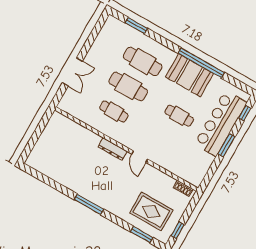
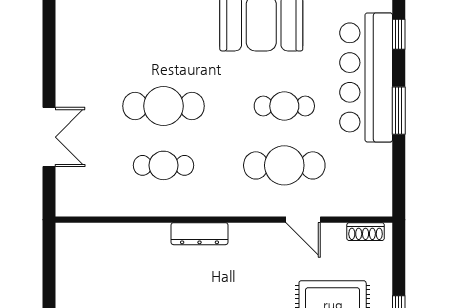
cafe table: (143, 61) -> (284, 165), moved
door: (140, 157) -> (303, 220), moved

